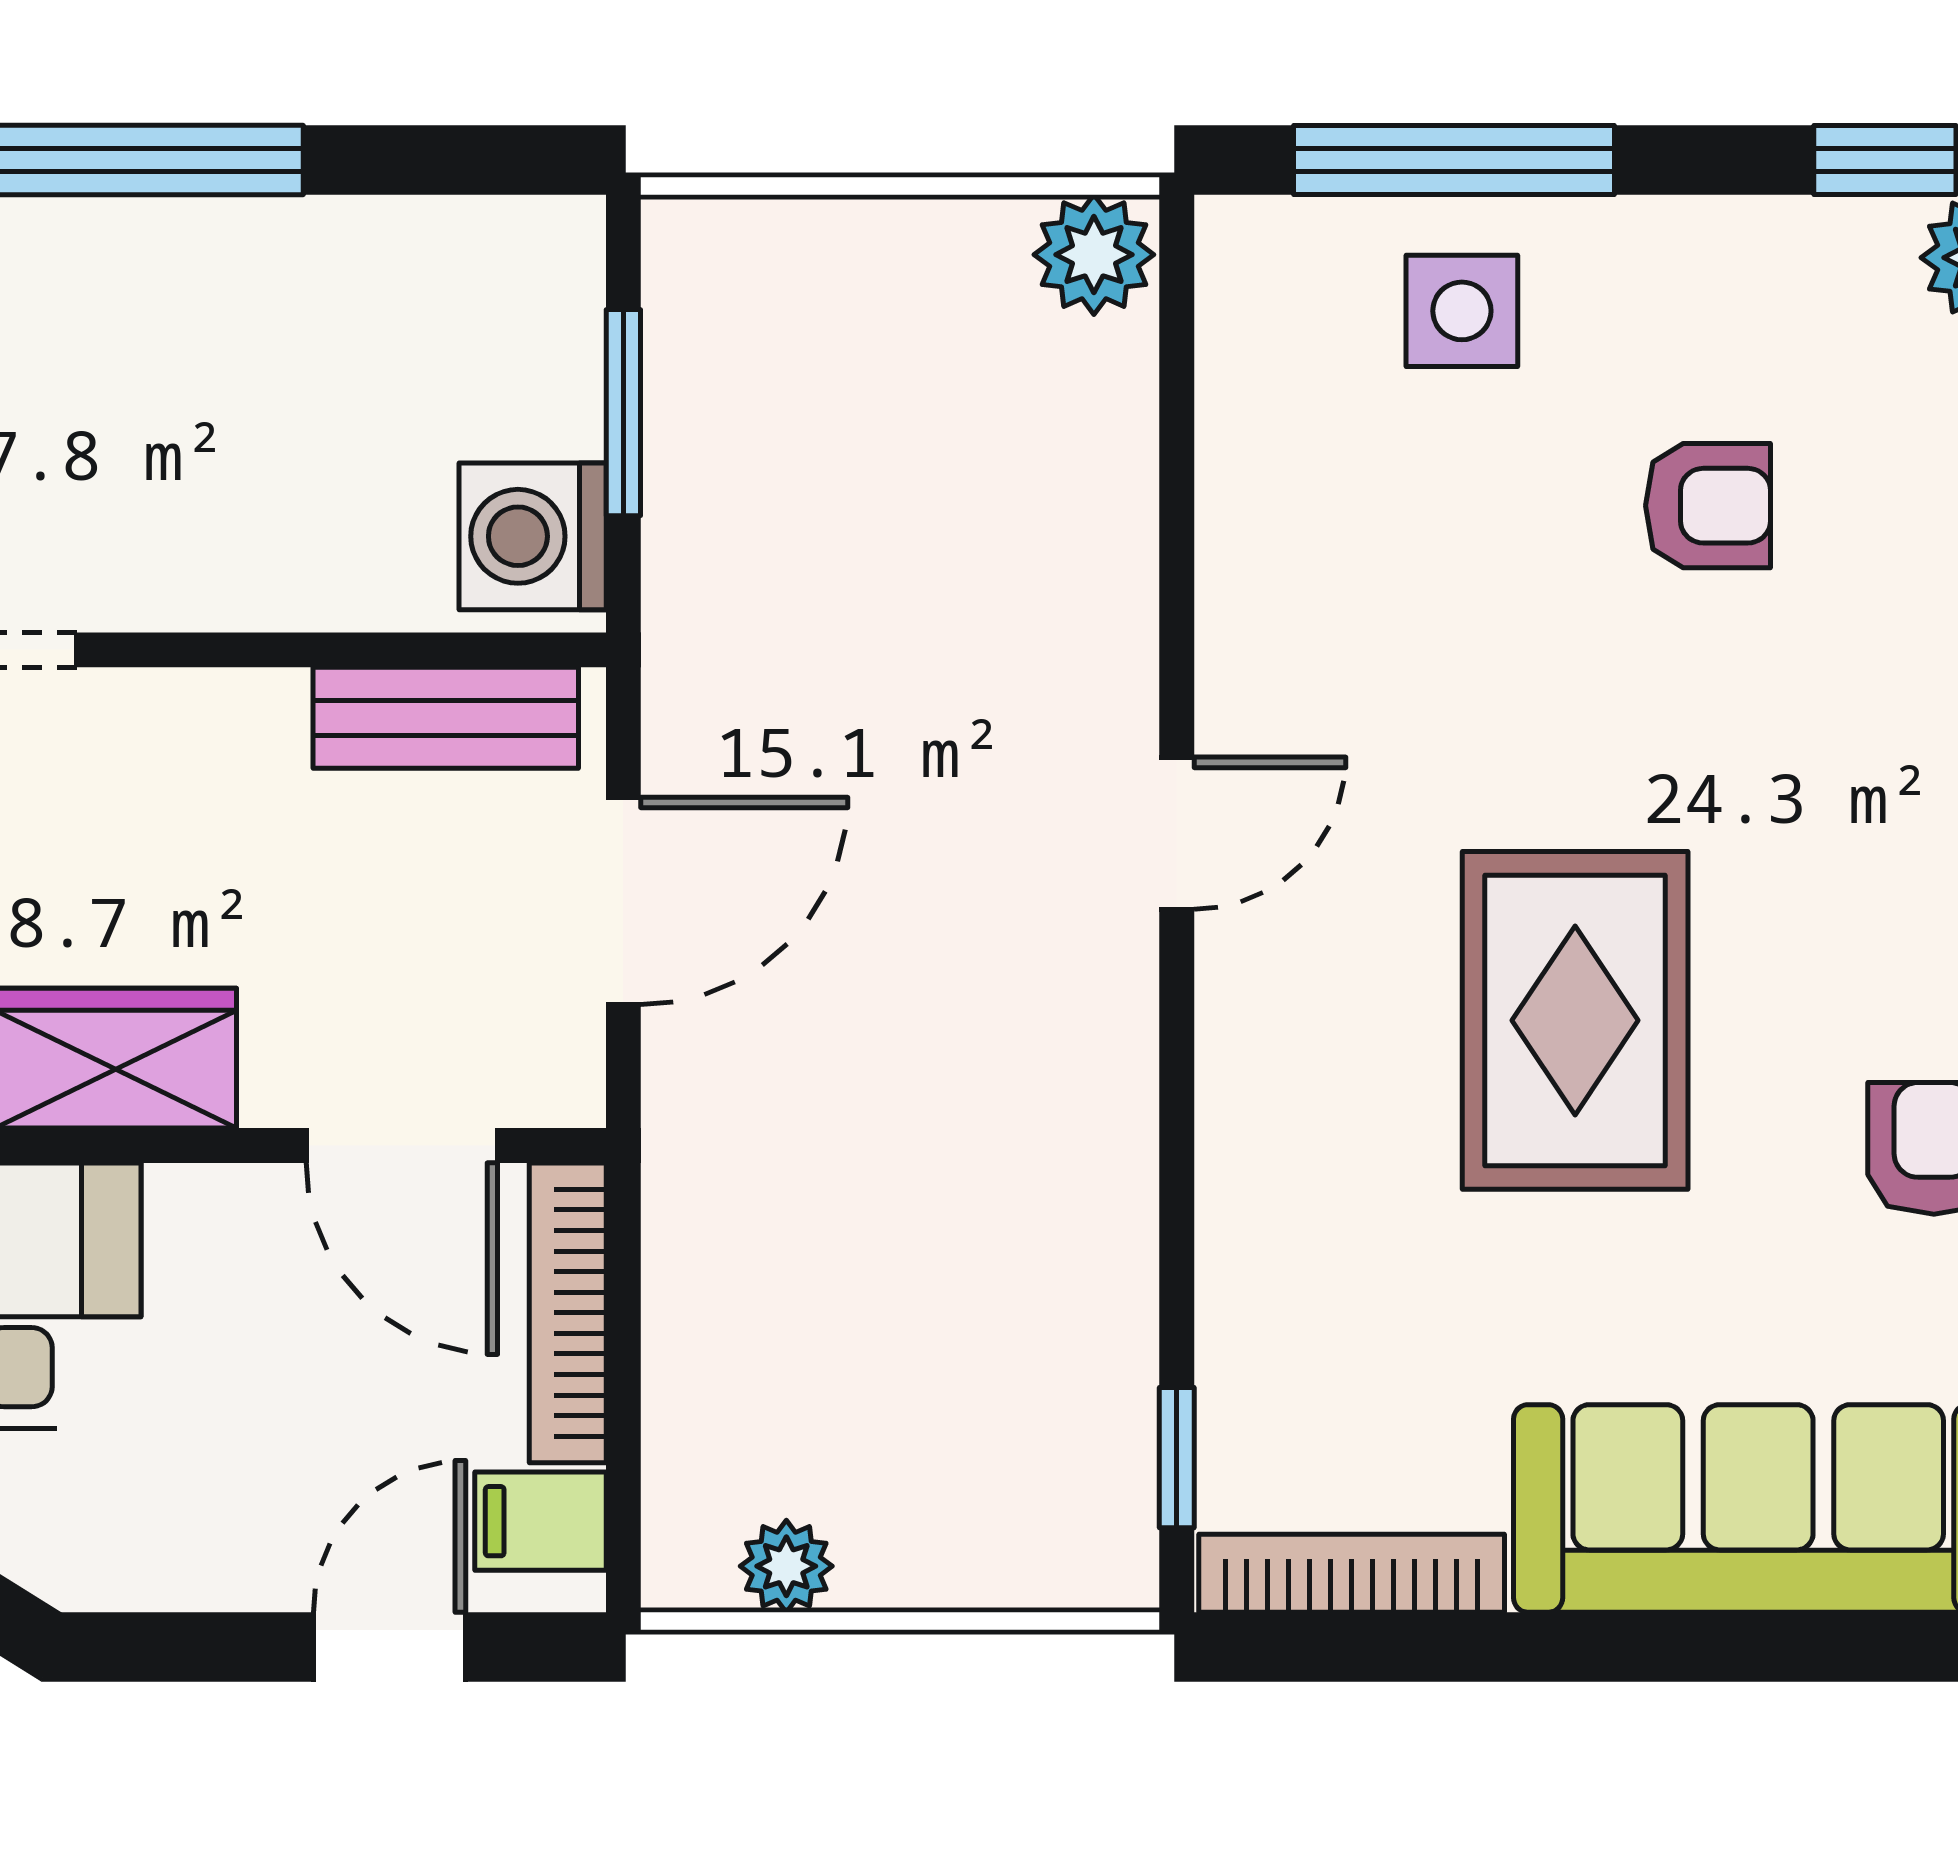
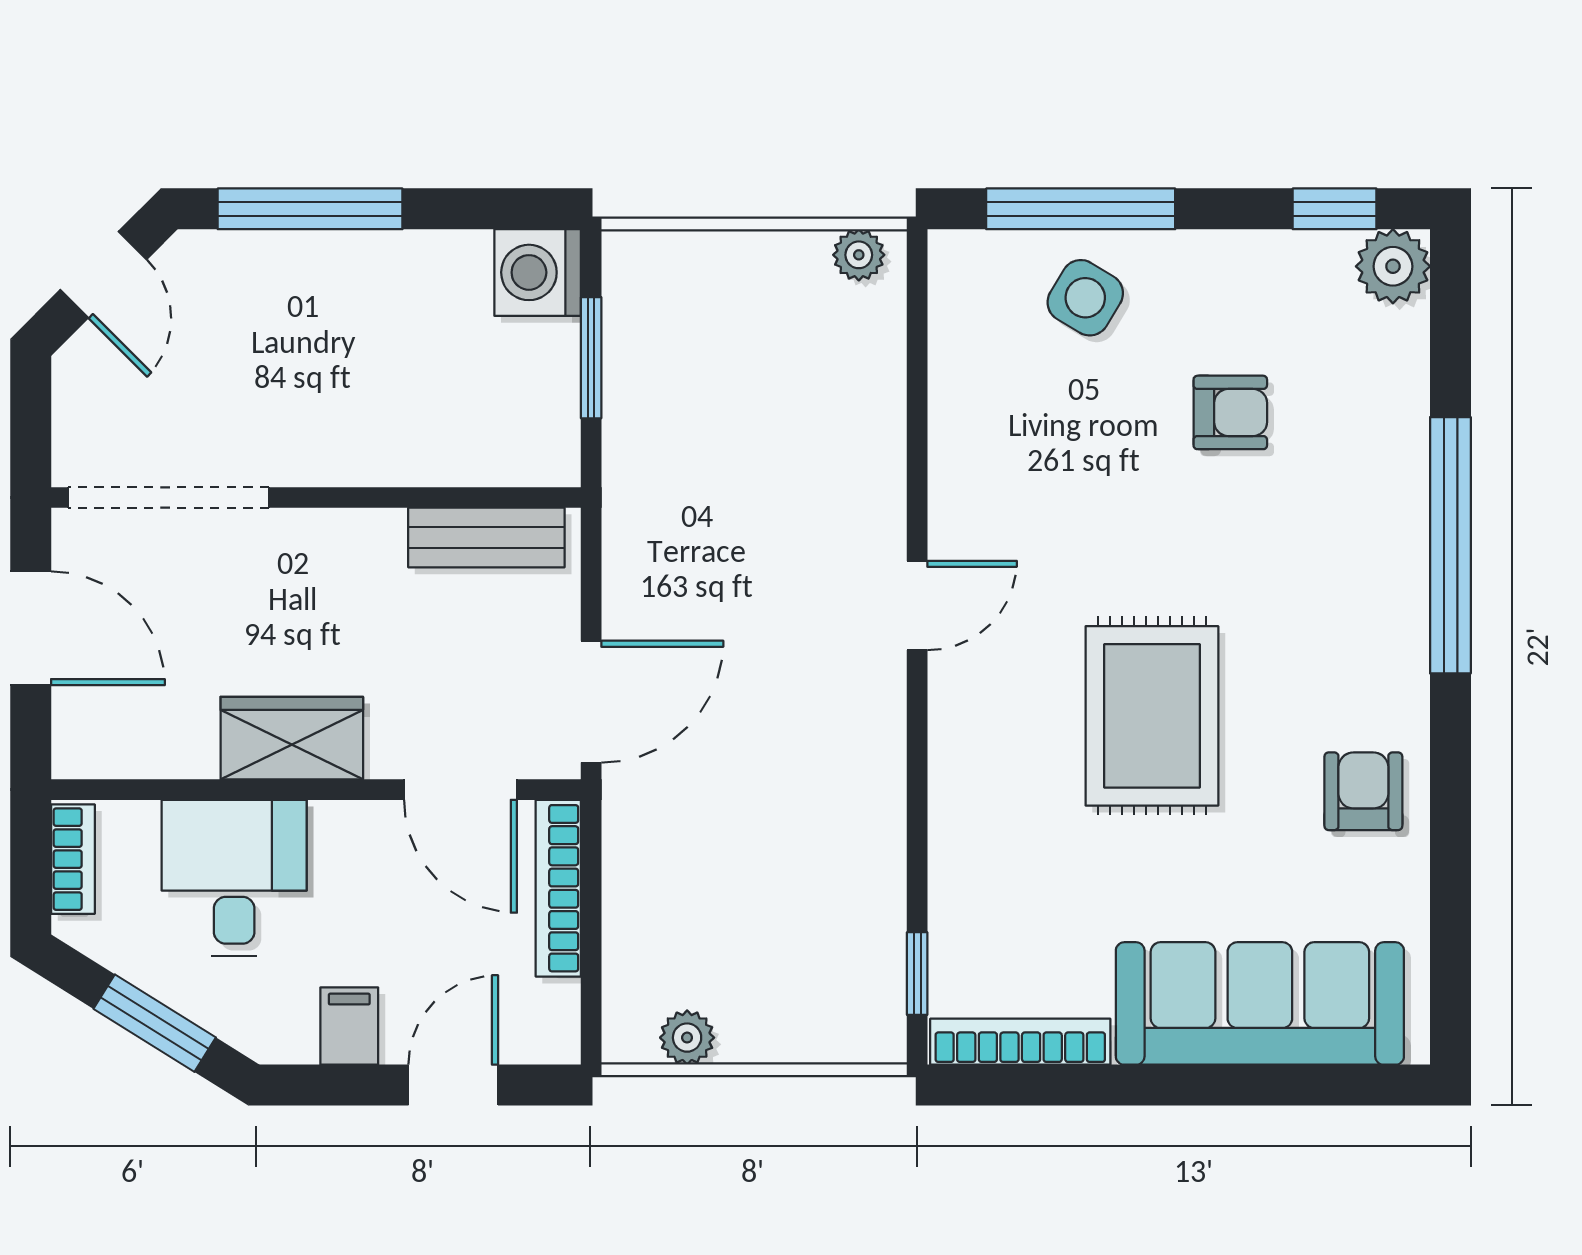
plant: (1094, 255) -> (859, 255), width x0.73, depth x0.73
side table: (1462, 311) -> (1085, 298), turned 31
washing machine: (533, 536) -> (538, 272), moved
door: (623, 901) -> (591, 702), moved
filing cabinet: (541, 1521) -> (349, 1026), moved, turned 90

